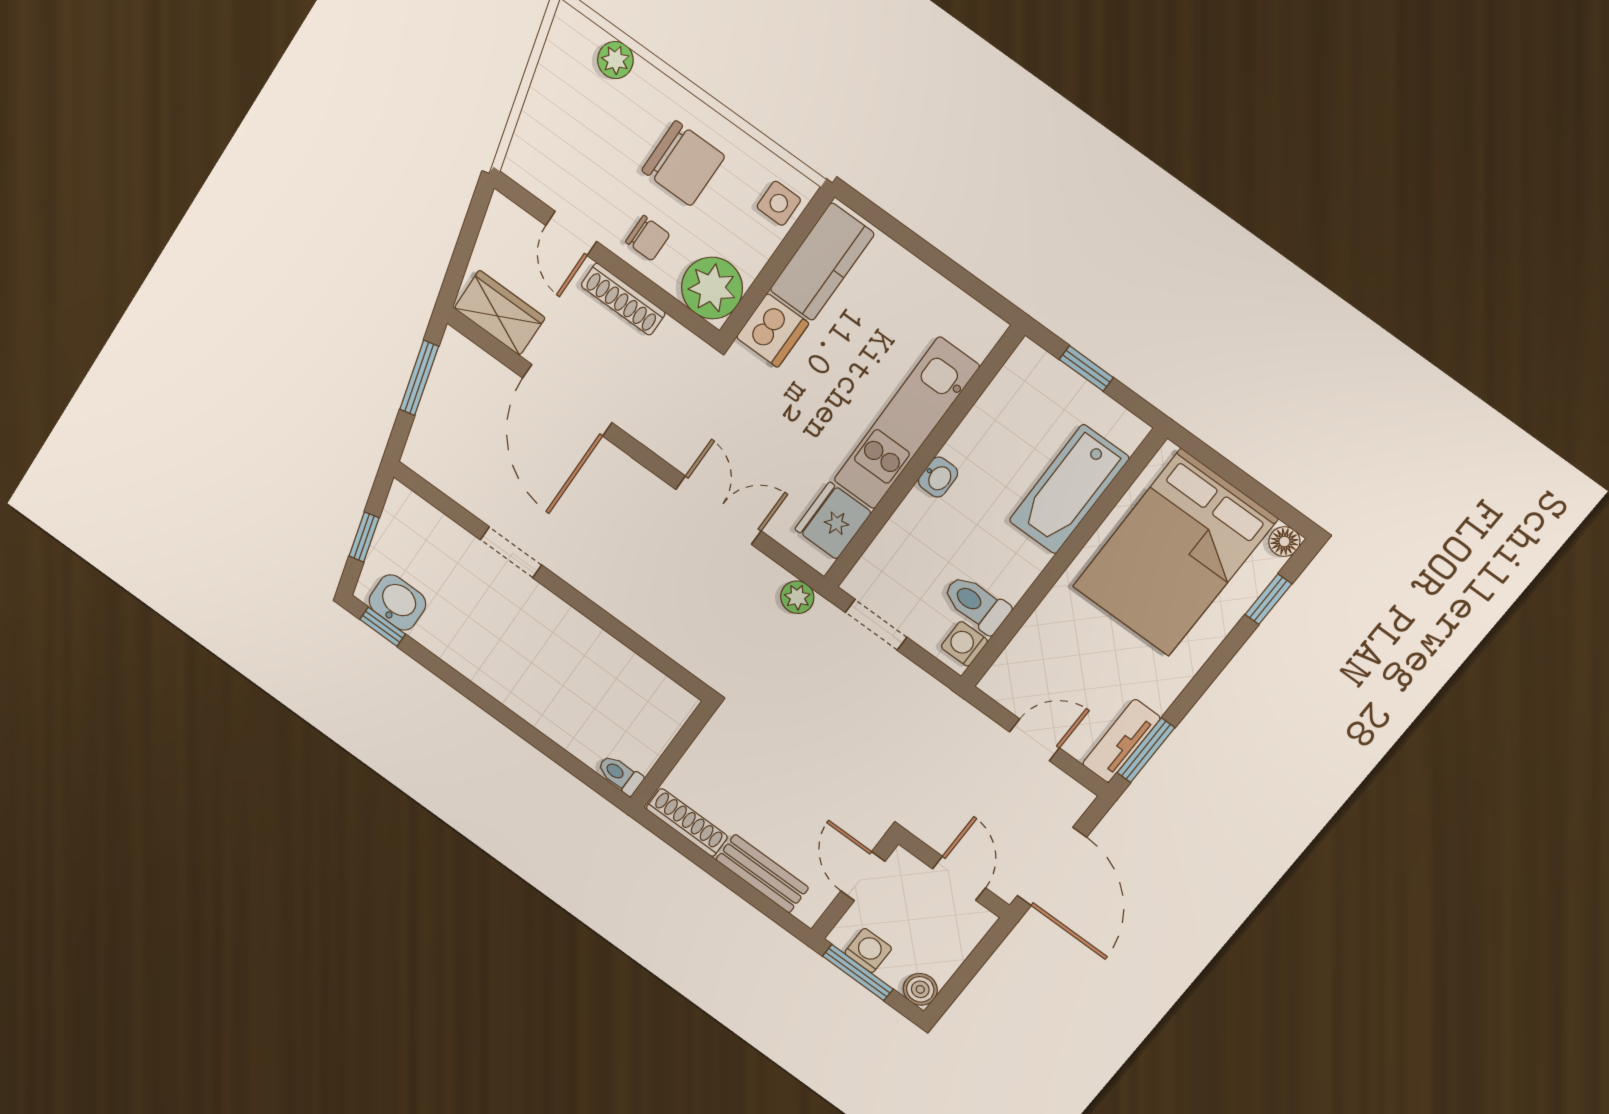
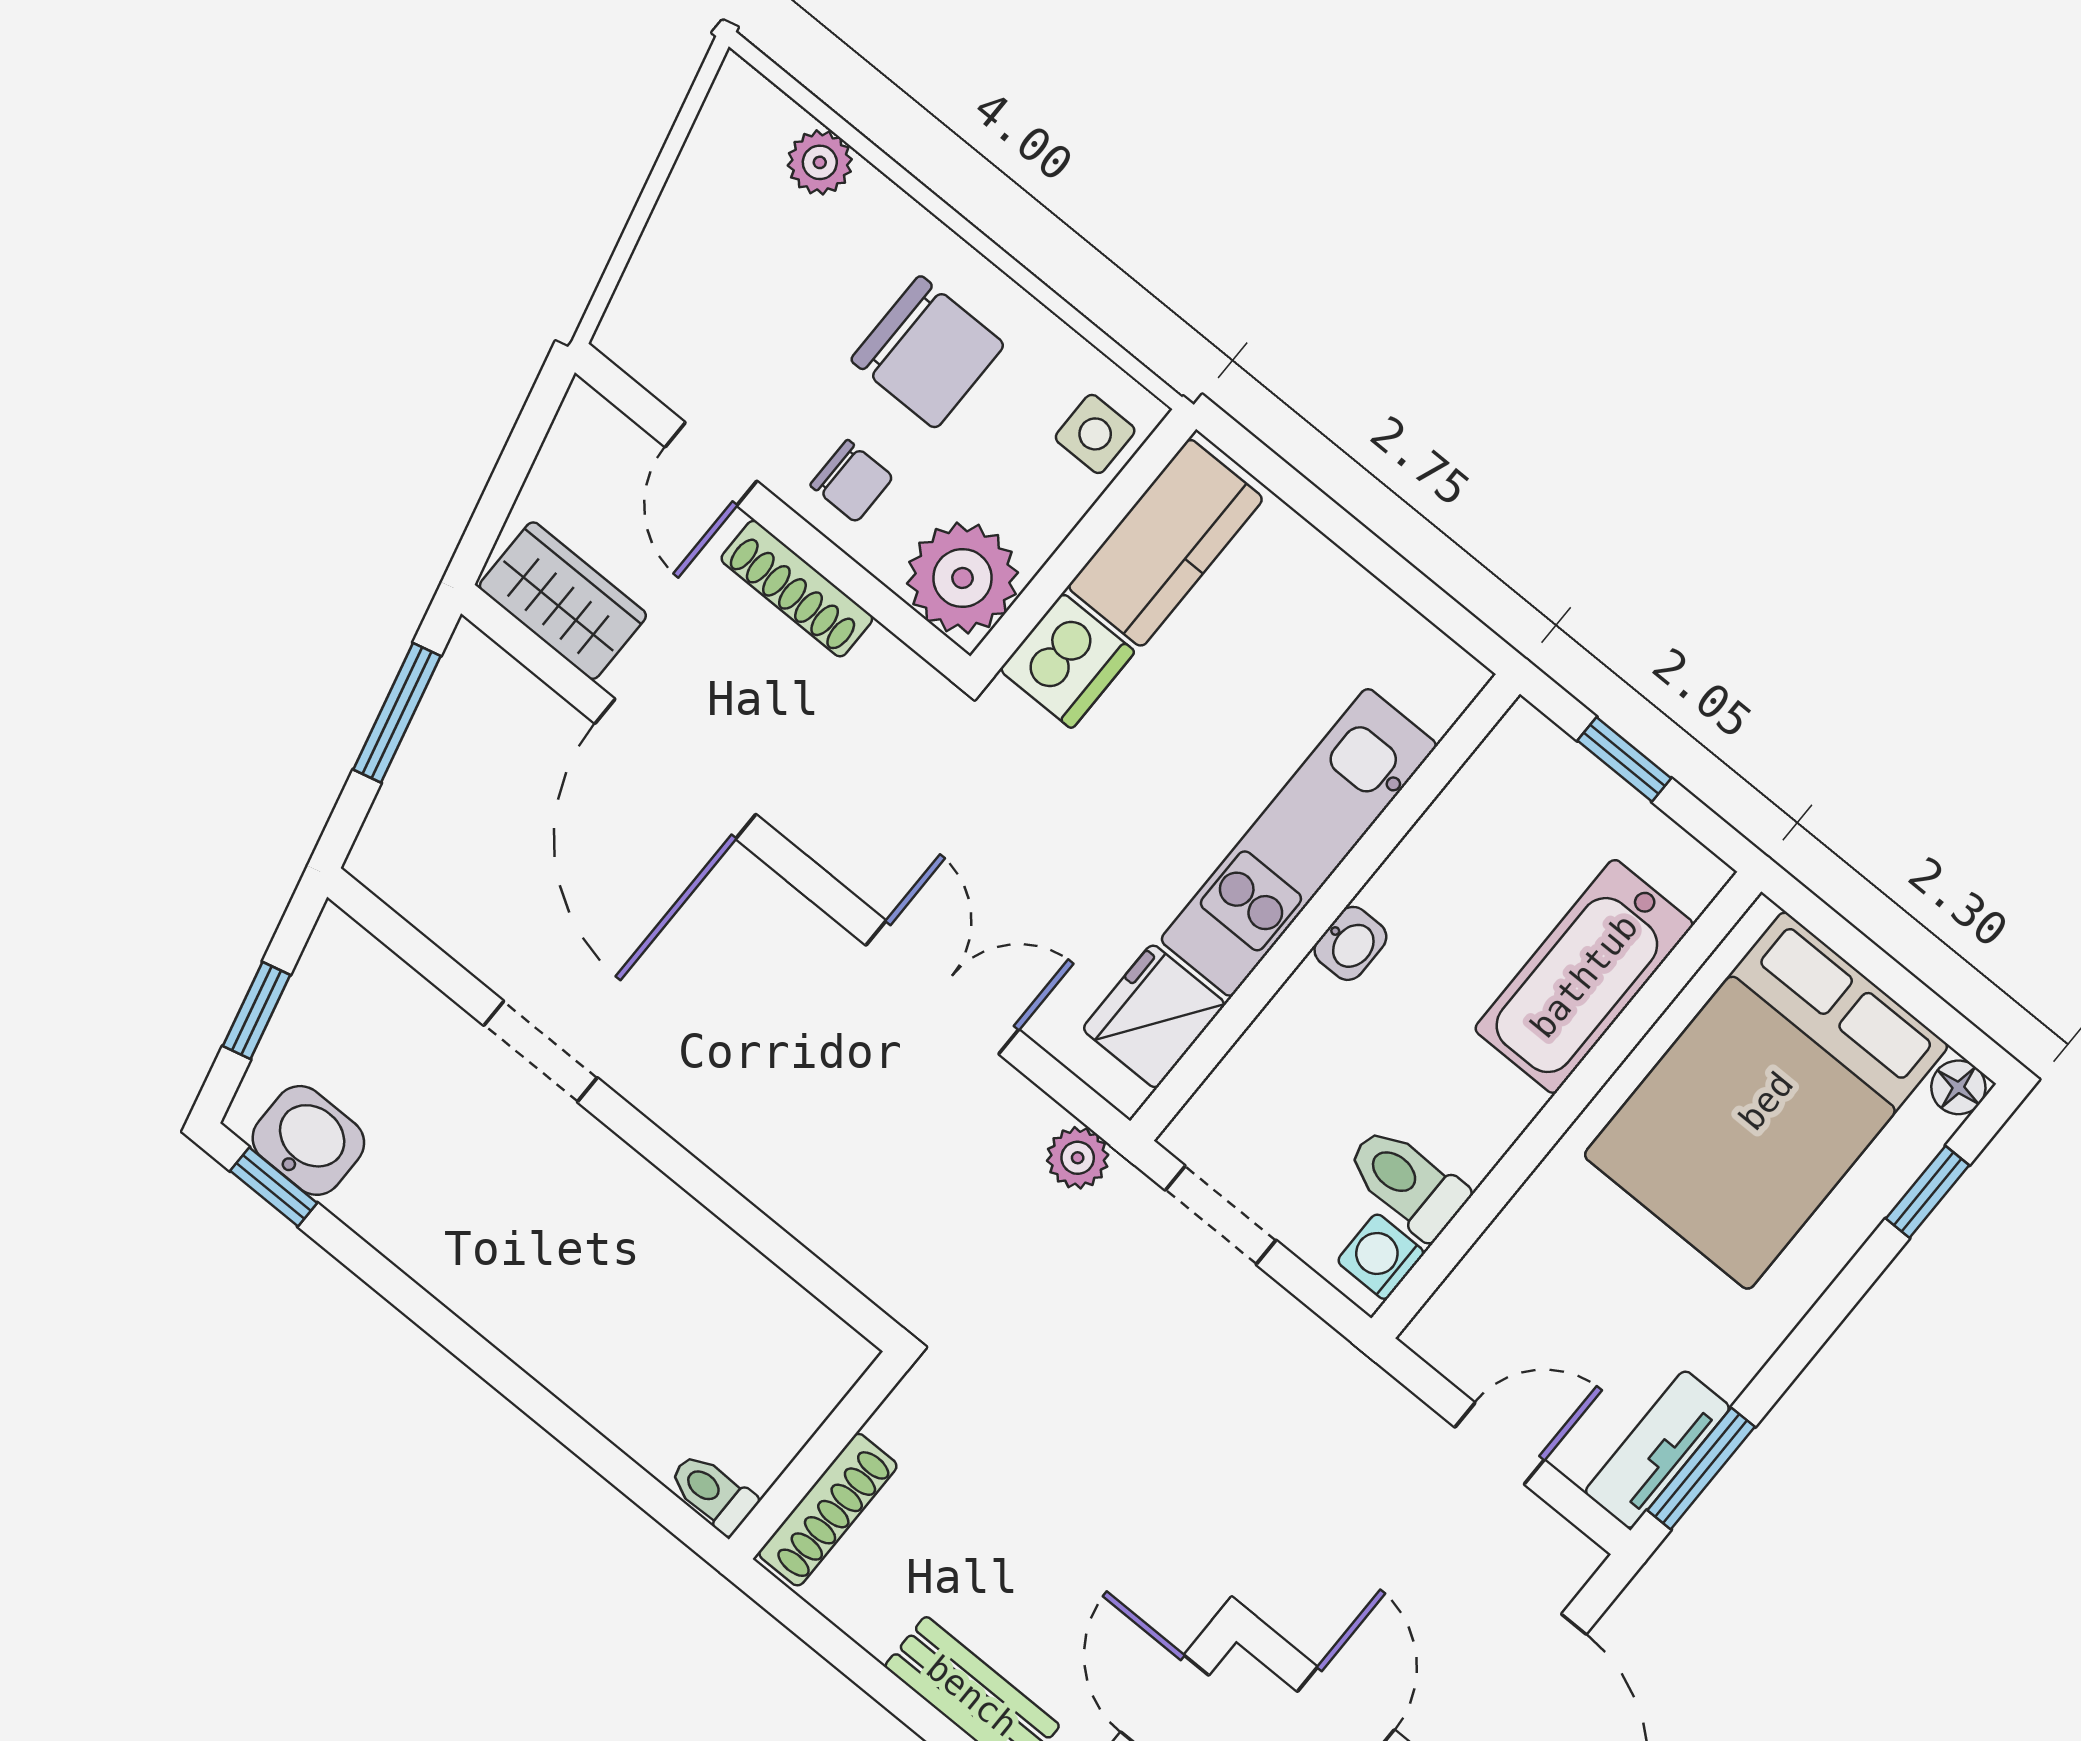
shoe rack: (687, 823) -> (828, 1510), moved, turned 90

